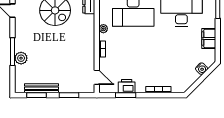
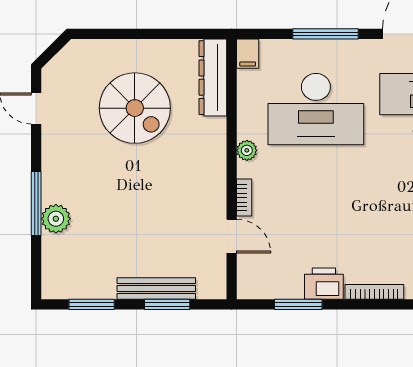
door: (97, 77) -> (232, 236), moved
printer: (127, 86) -> (324, 284), moved
bench: (42, 88) -> (156, 289), moved

